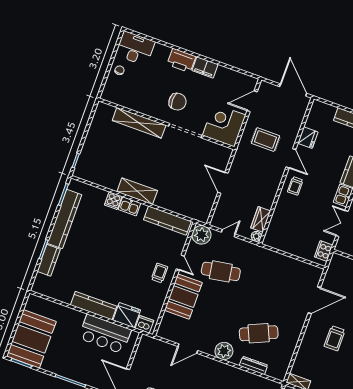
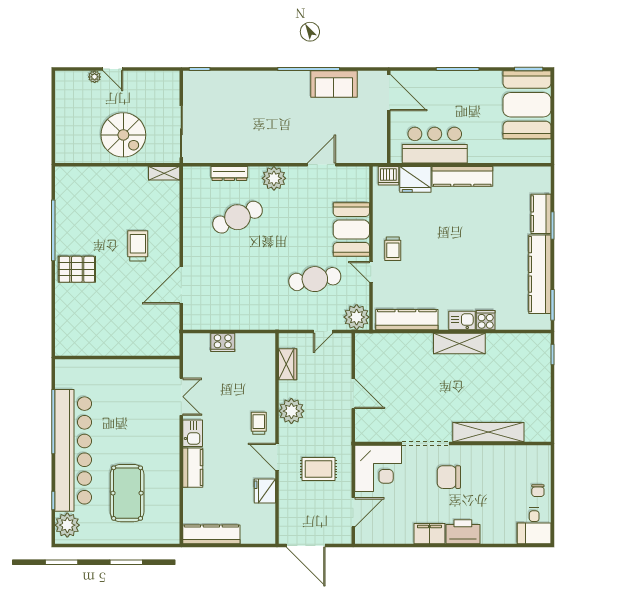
desk: (135, 48) -> (534, 526), width x0.73
plant: (256, 236) -> (291, 411), moved, width x1.88, depth x1.88
cooker: (324, 251) -> (223, 342), moved, turned 90

